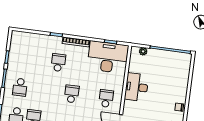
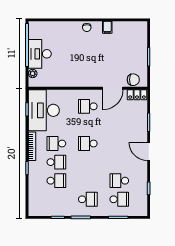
school desk: (41, 60) -> (56, 181), added
school desk: (58, 63) -> (56, 162), turned 180
school desk: (75, 65) -> (56, 144), added
desk: (137, 87) -> (40, 54), moved, turned 90

